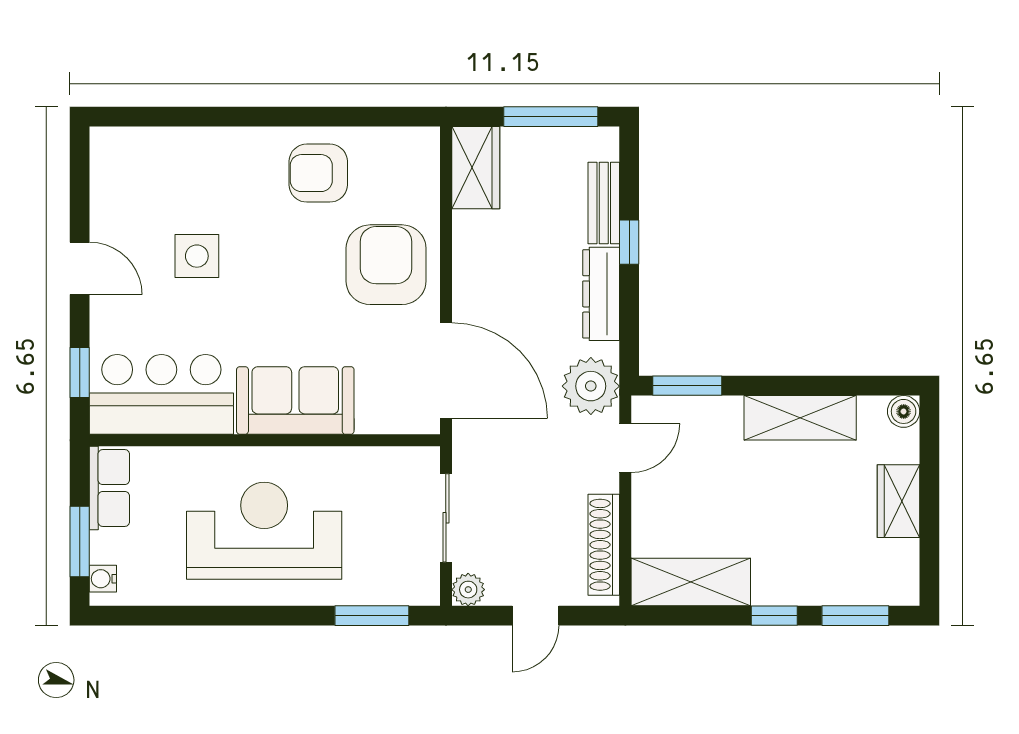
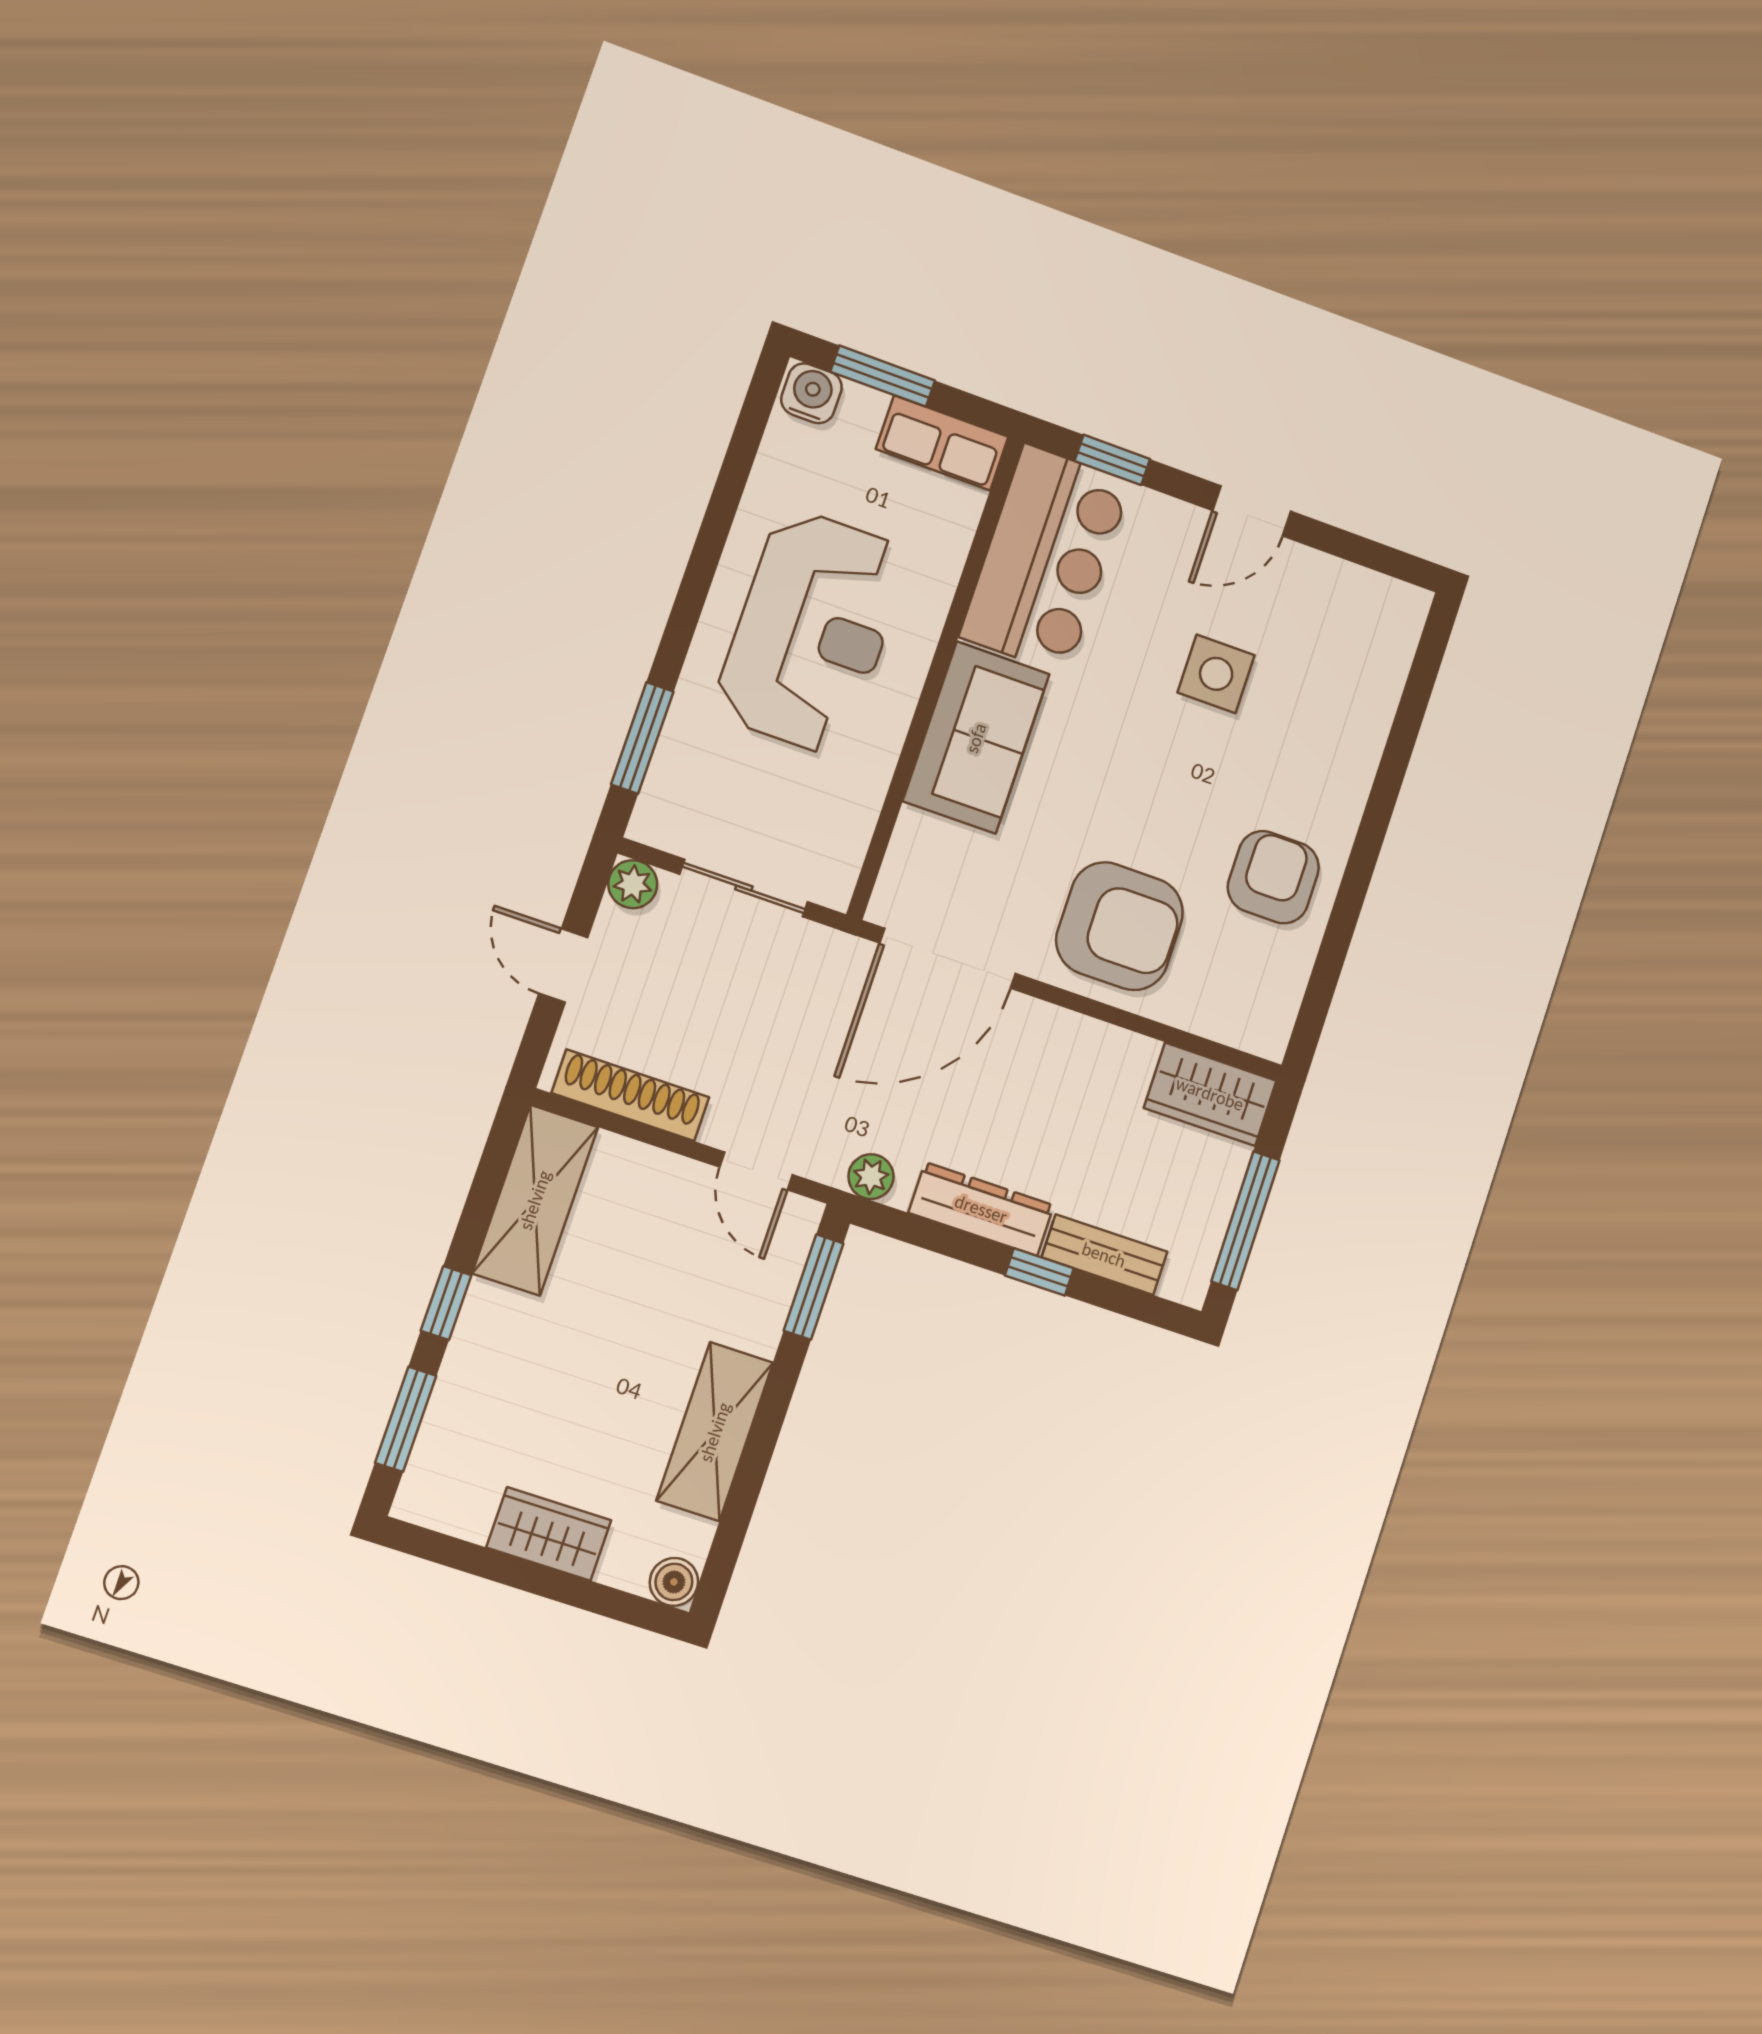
plant: (591, 386) -> (871, 1177), width x0.53, depth x0.53
water cooler: (103, 579) -> (811, 393), width x1.38, depth x1.38

